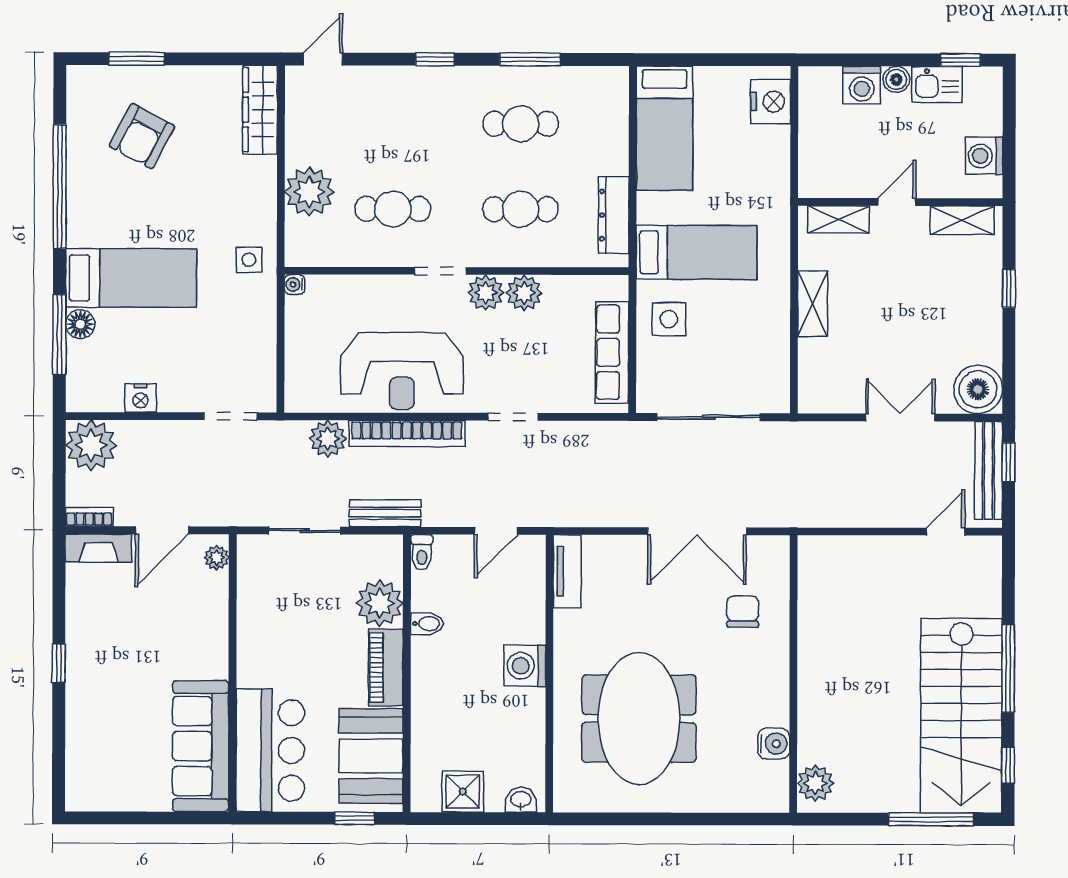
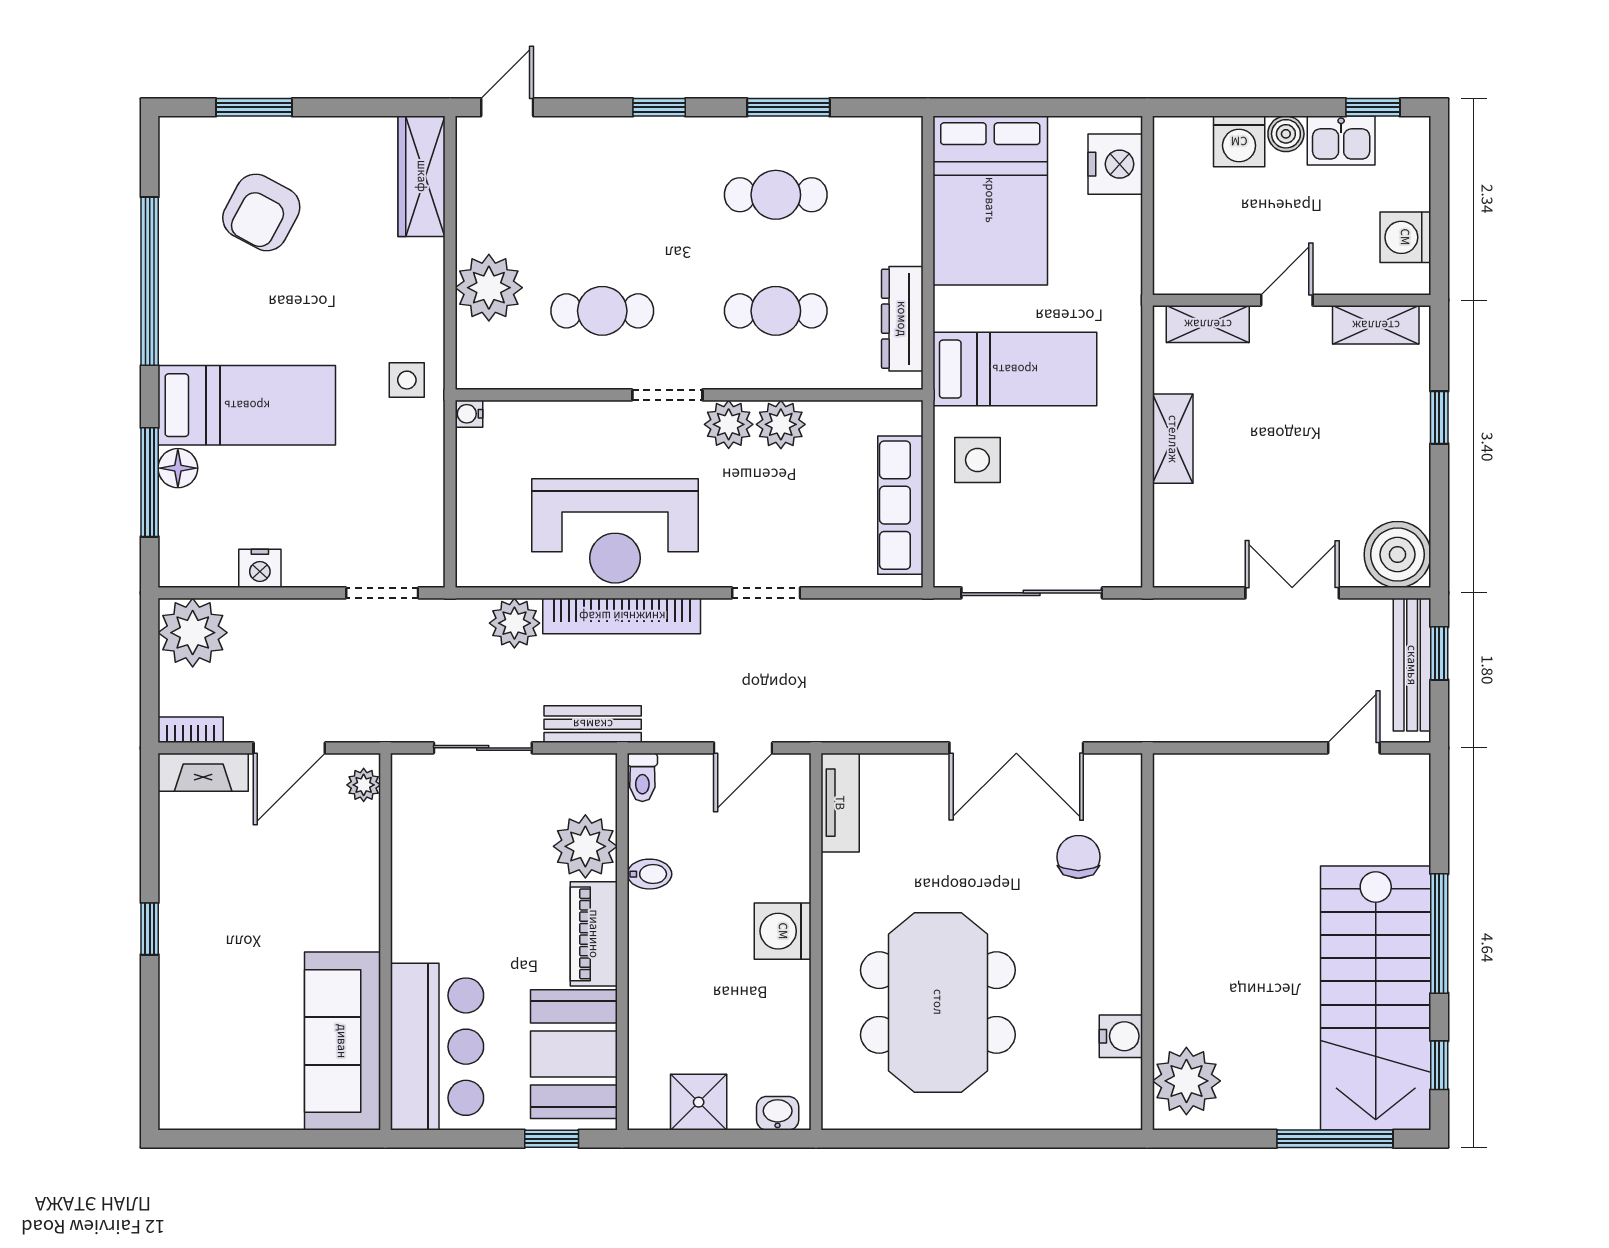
bed: (665, 128) -> (990, 200), width x1.50
plant: (815, 783) -> (1186, 1081), width x1.36, depth x1.36

